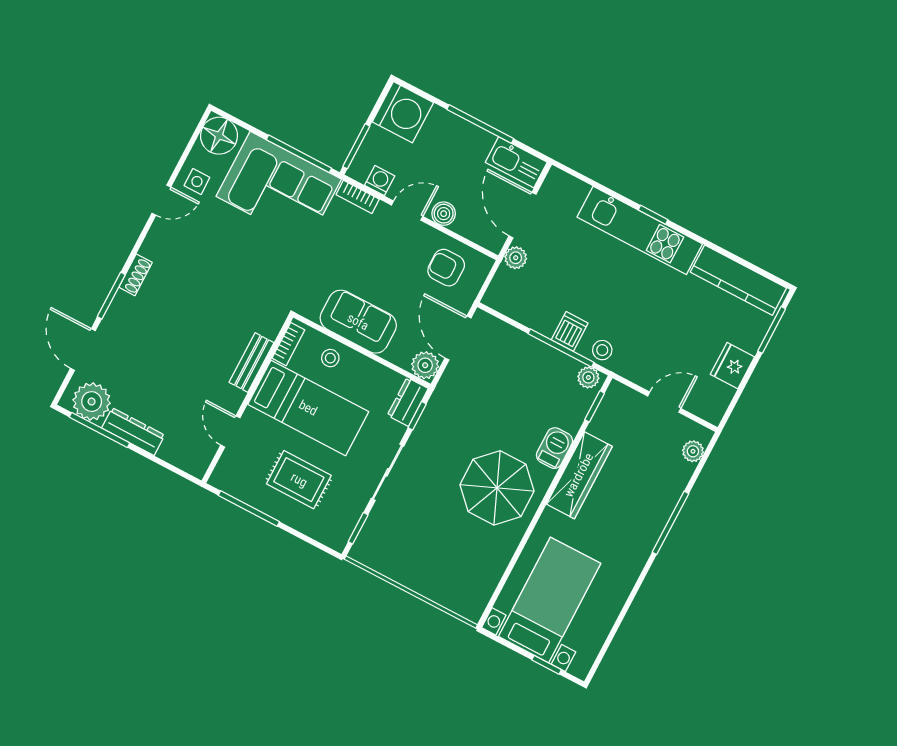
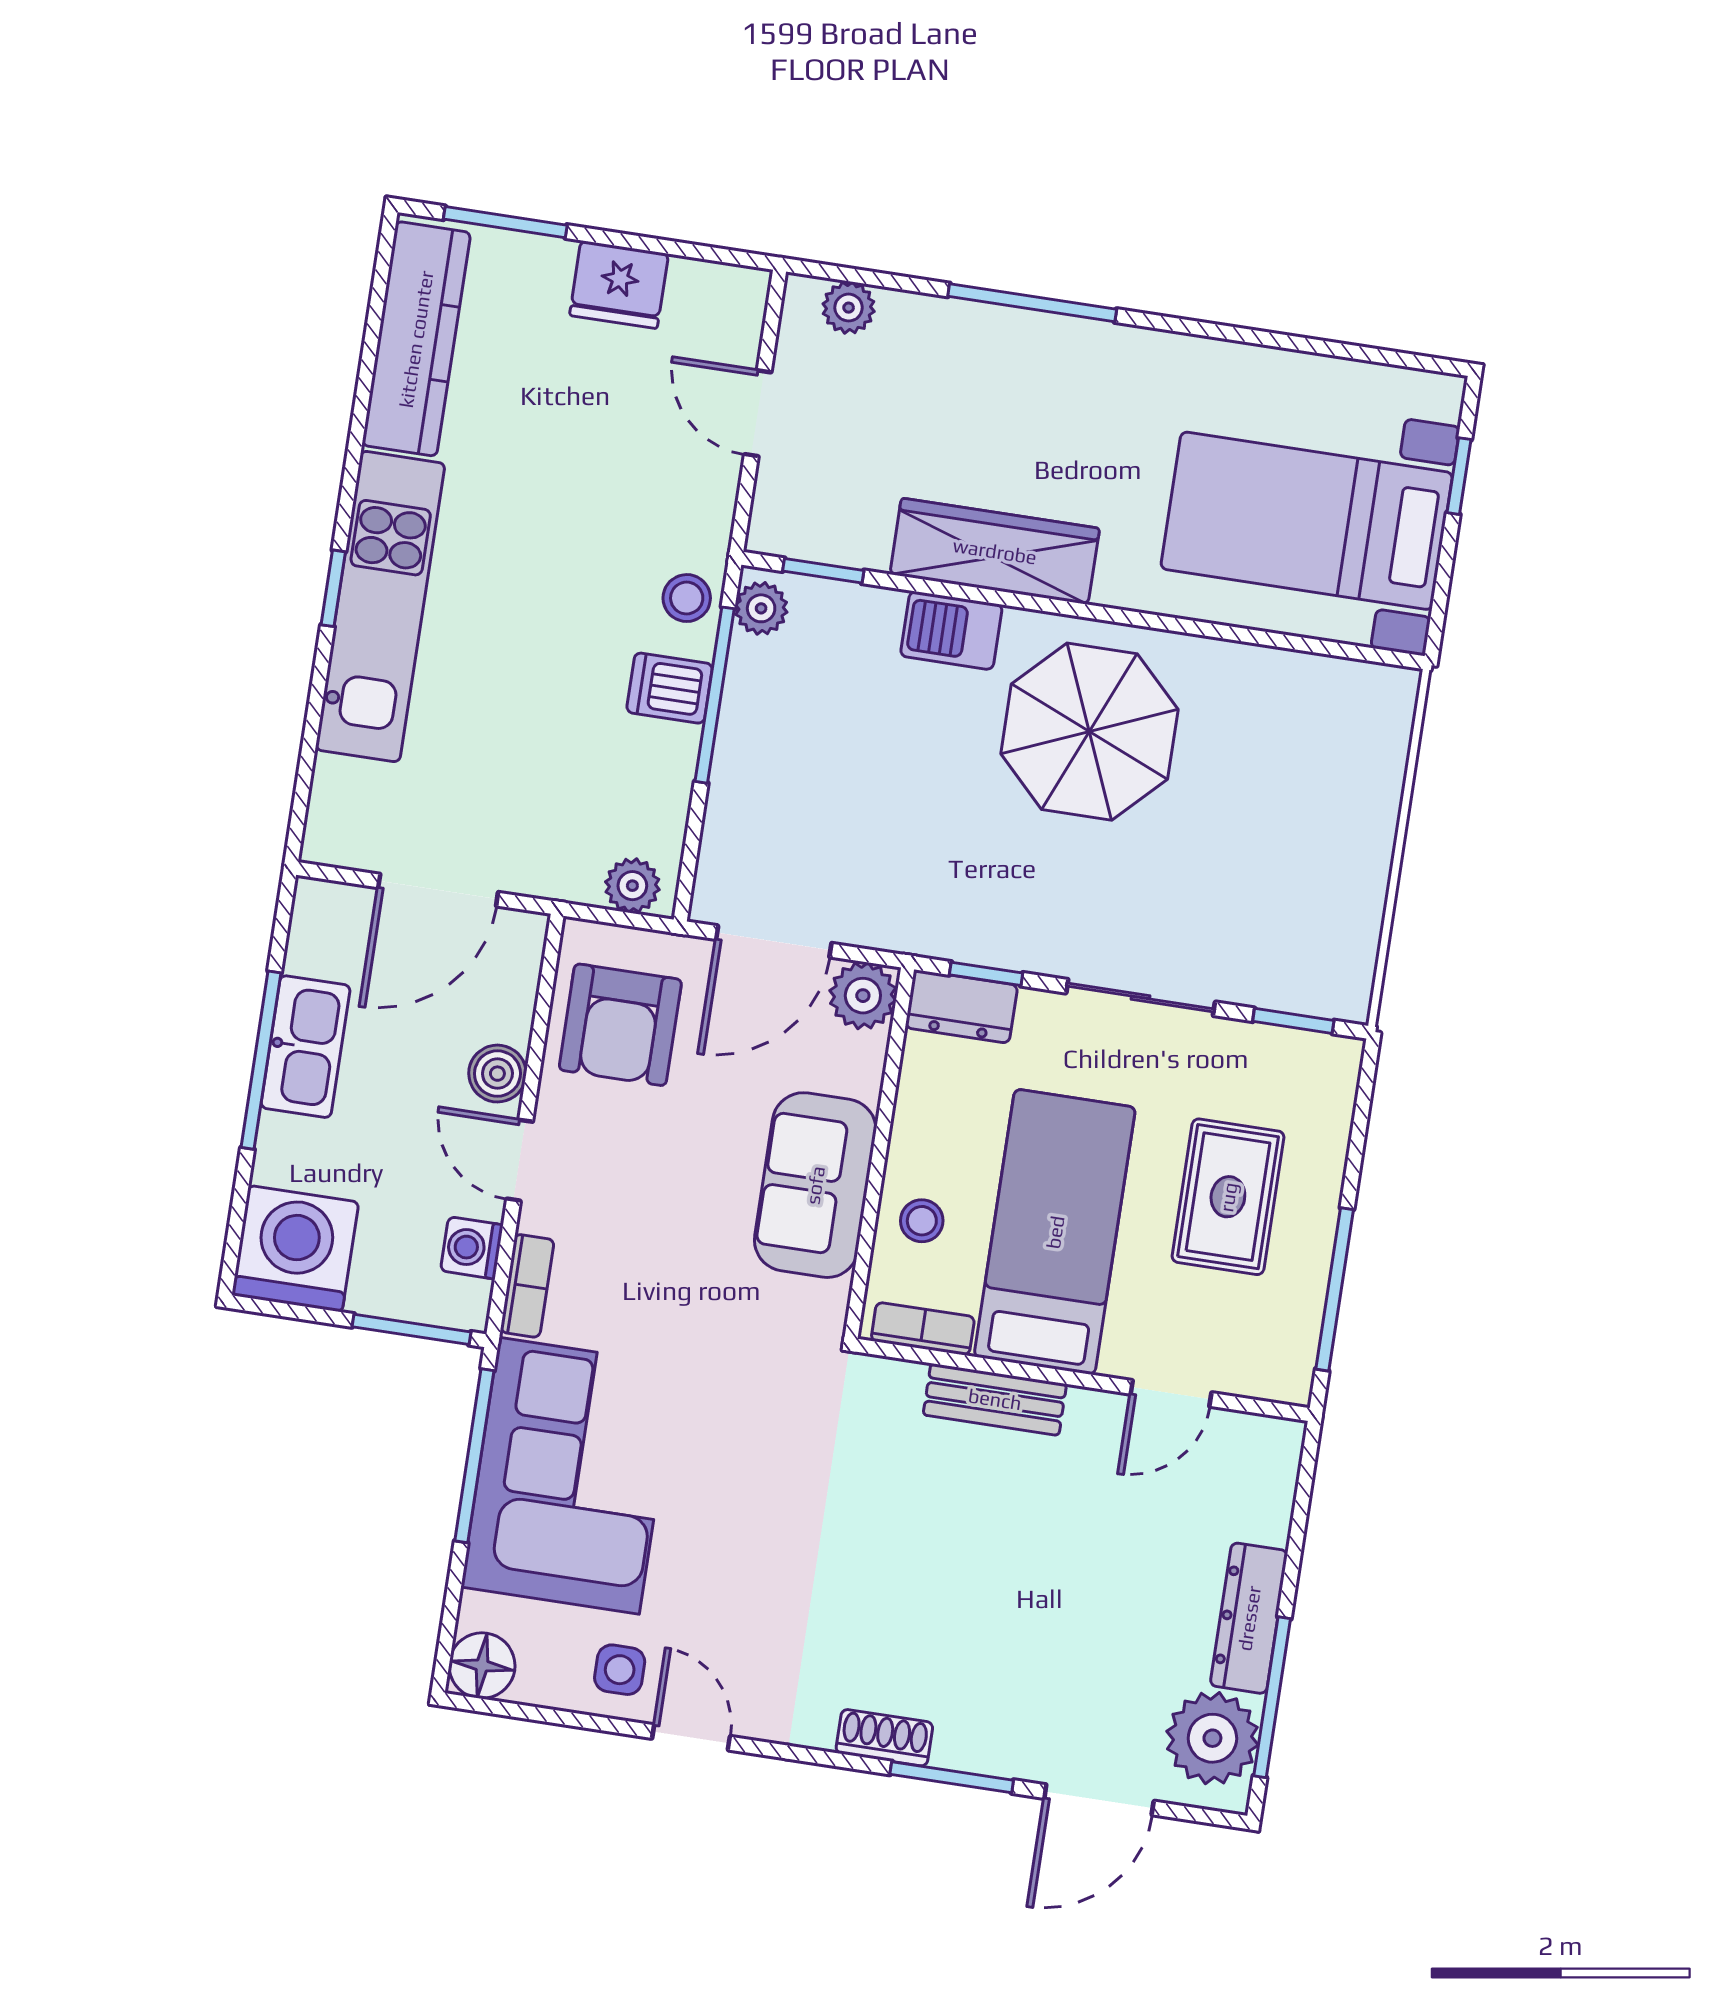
floor lamp: (219, 136) -> (482, 1666), width x0.73, depth x0.73
kitchen sink: (516, 162) -> (306, 1047), moved
plant: (516, 258) -> (632, 886), moved
armchair: (446, 268) -> (620, 1025), width x1.38, depth x1.38

